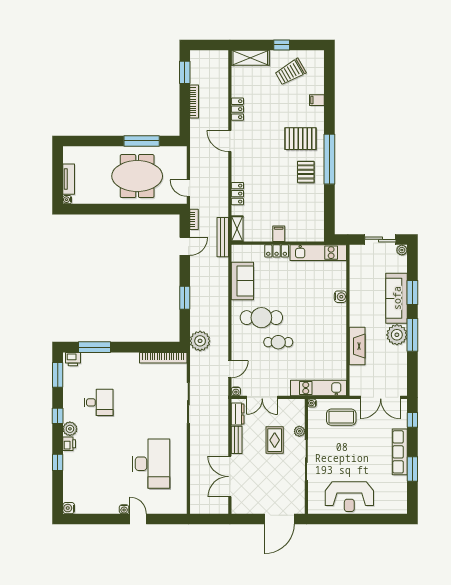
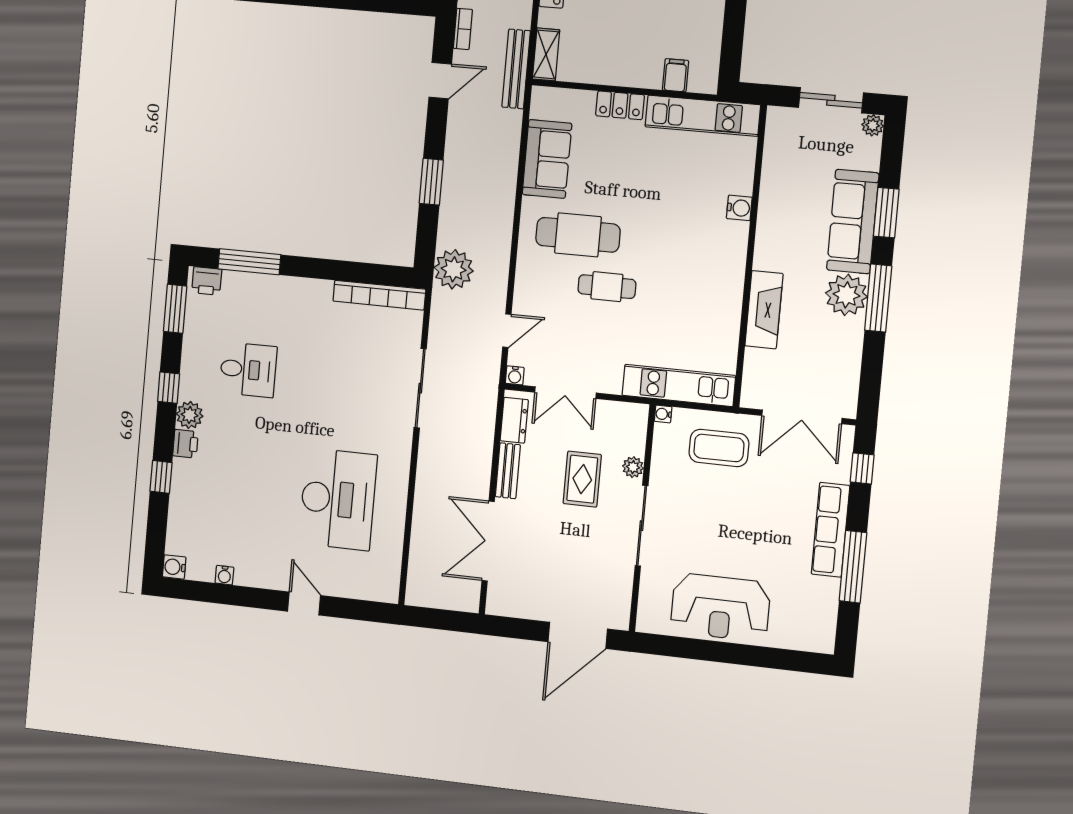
filing cabinet: (279, 234) -> (676, 75), moved
window: (412, 469) -> (853, 567), width x1.44
water cooler: (124, 509) -> (224, 575), moved

